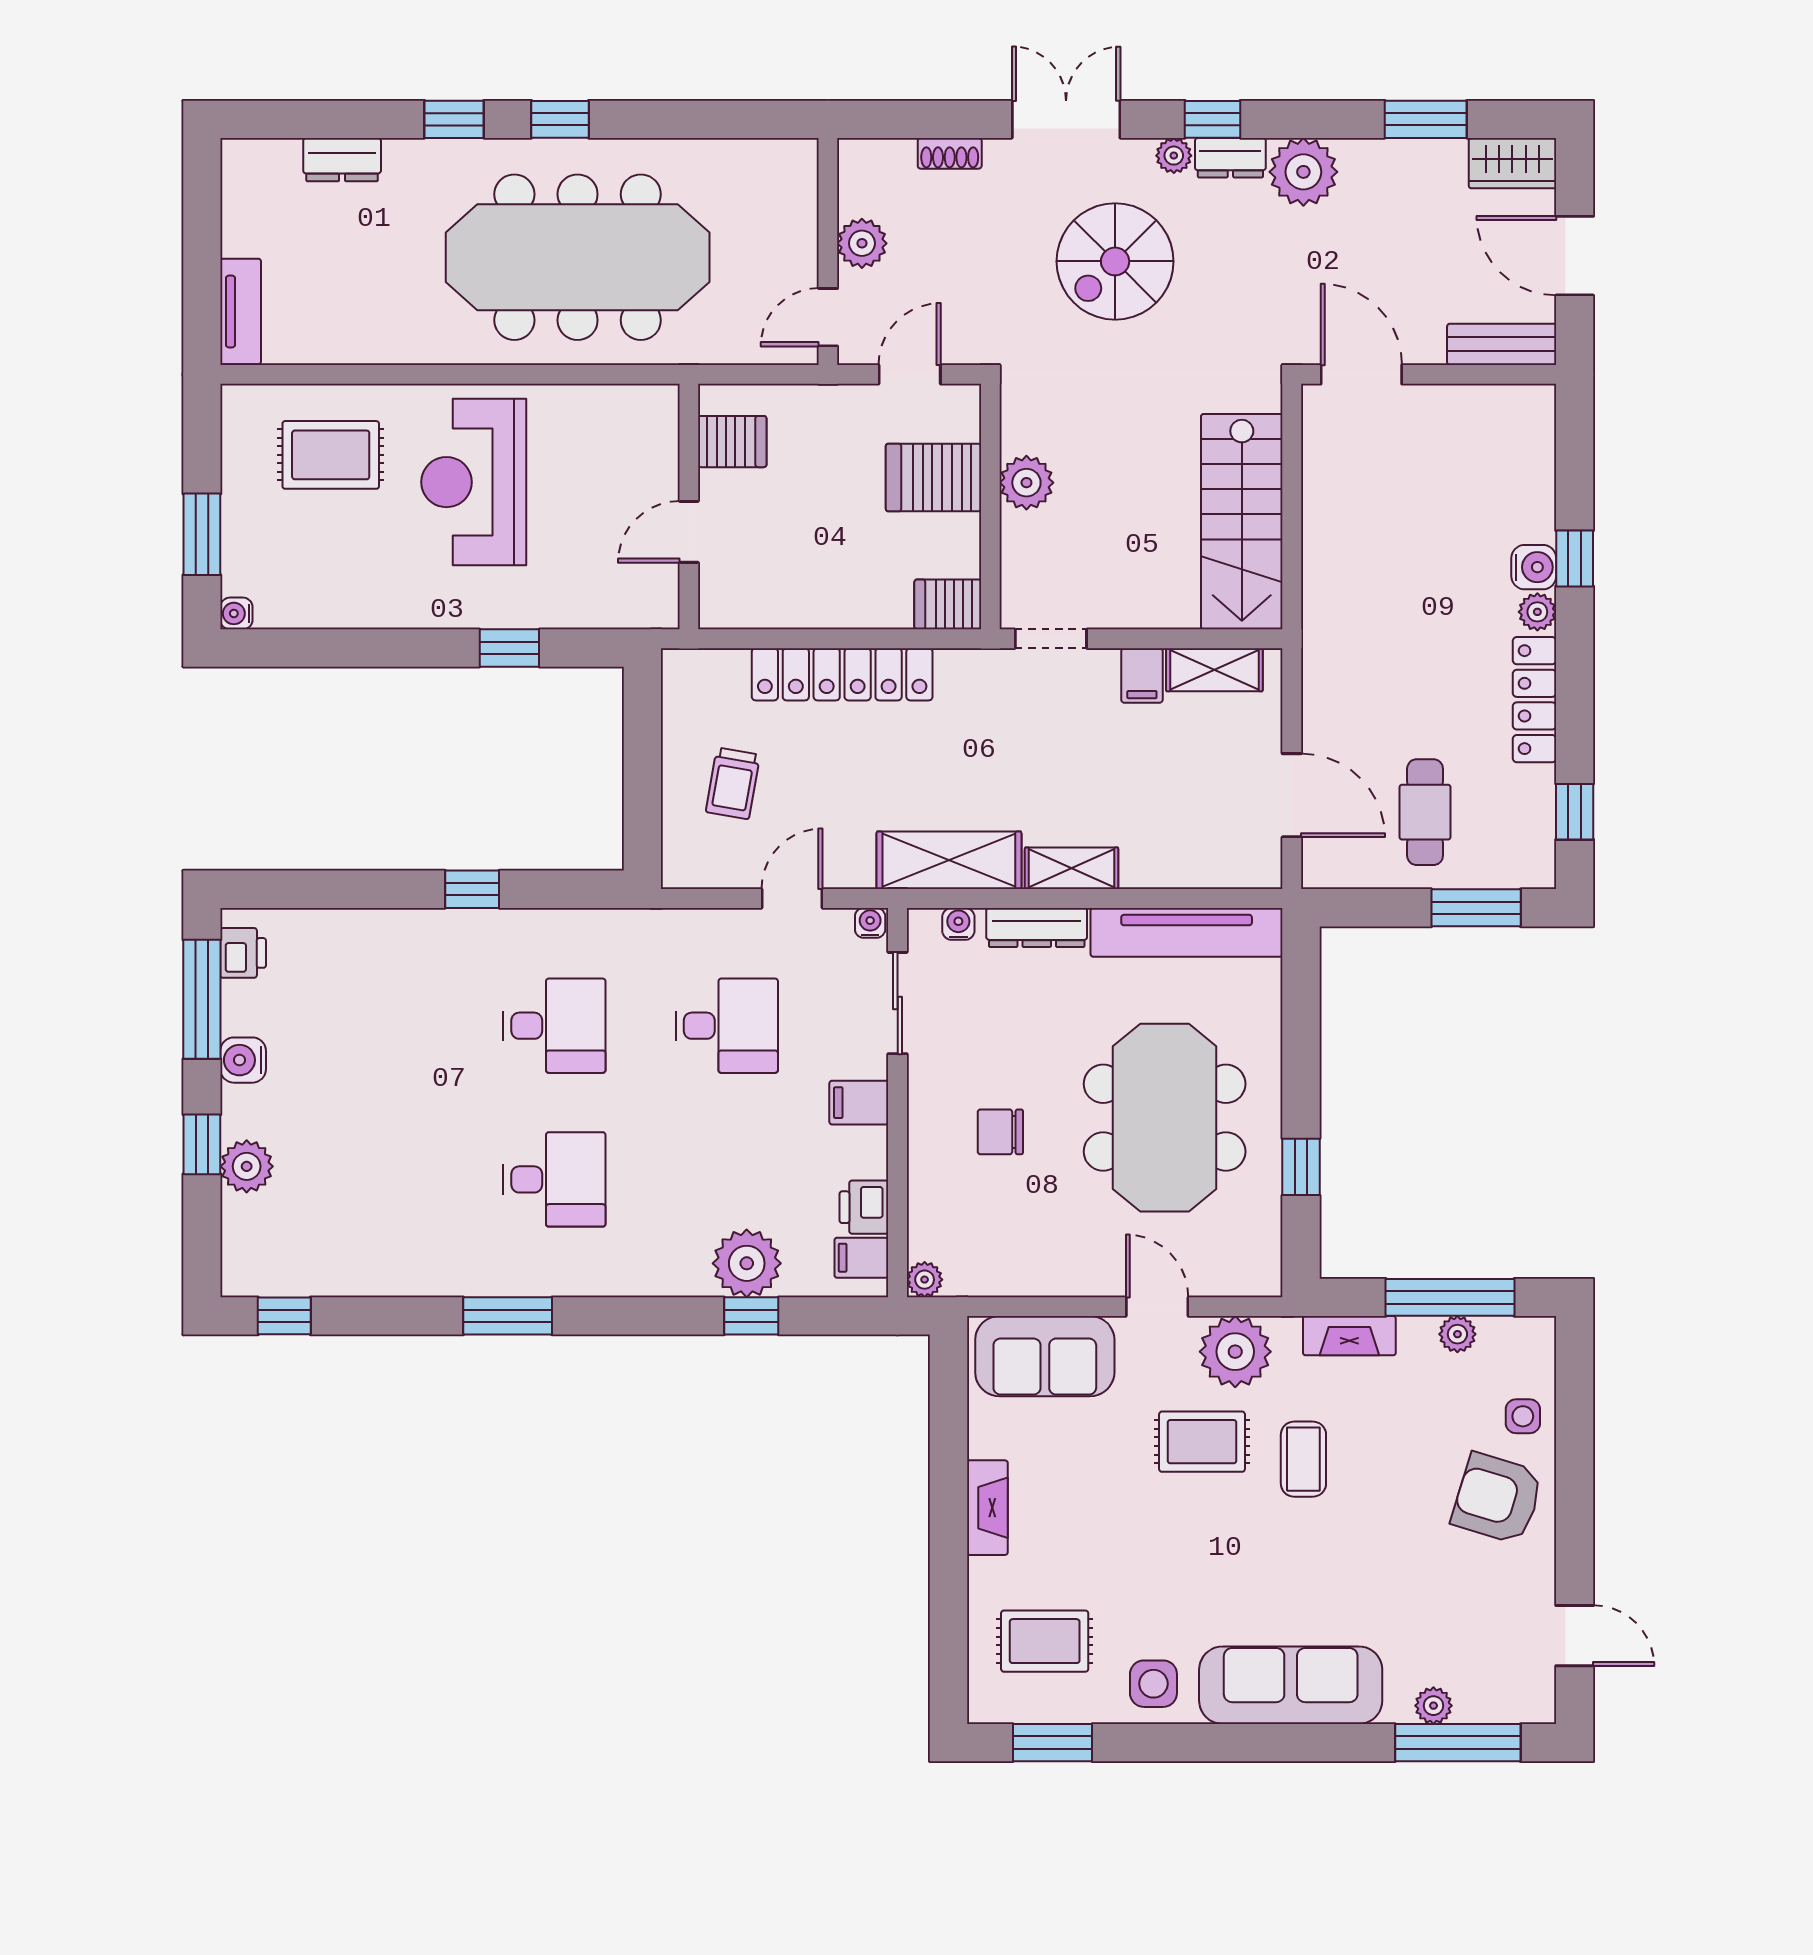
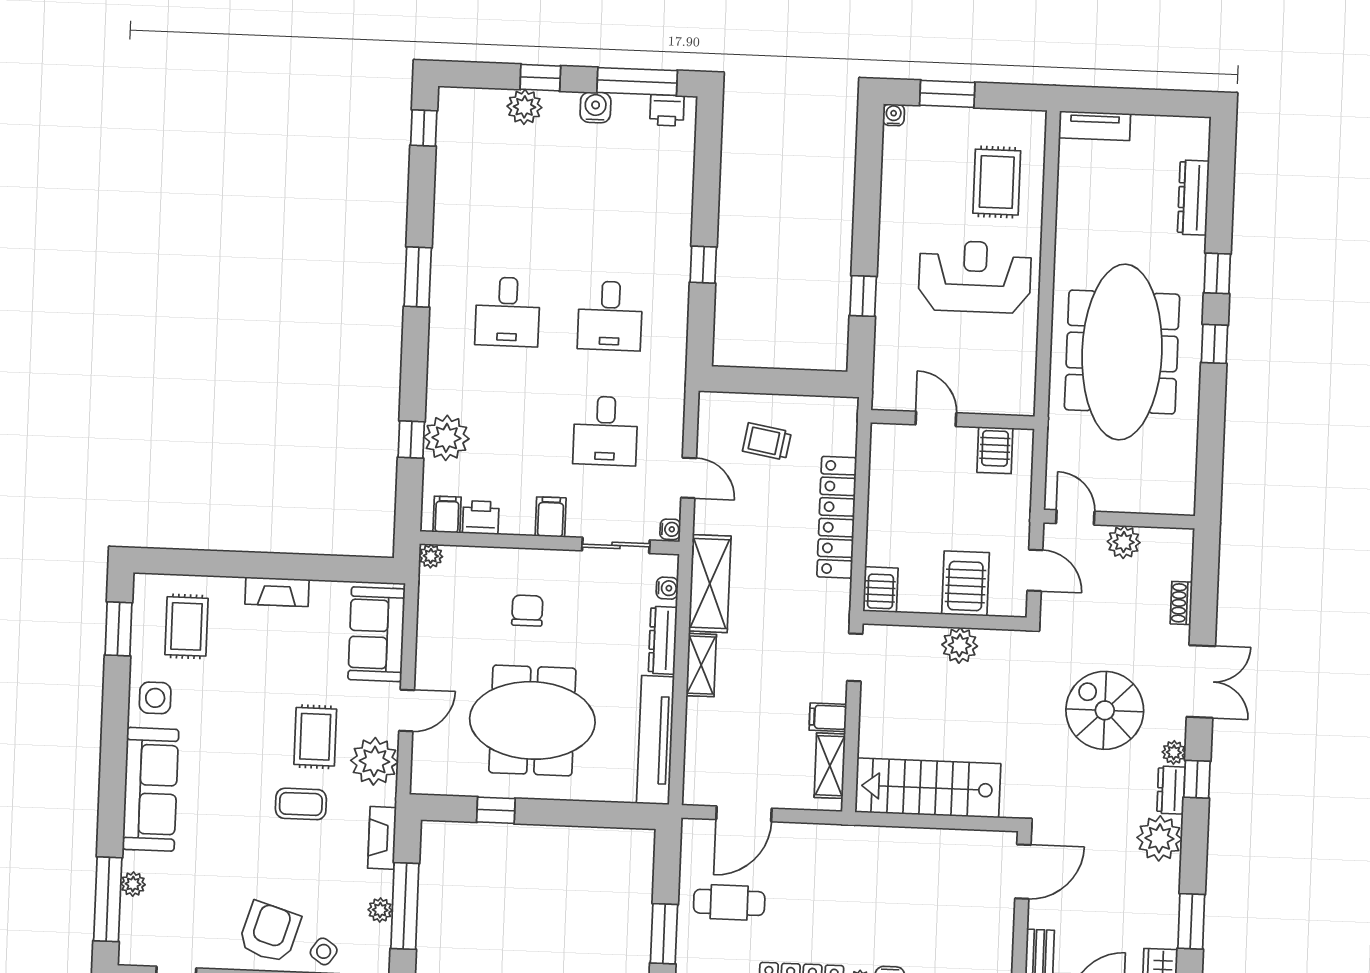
dresser: (342, 160) -> (1193, 198), width x1.44
side table: (1523, 1416) -> (324, 951), turned 35

